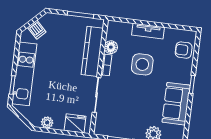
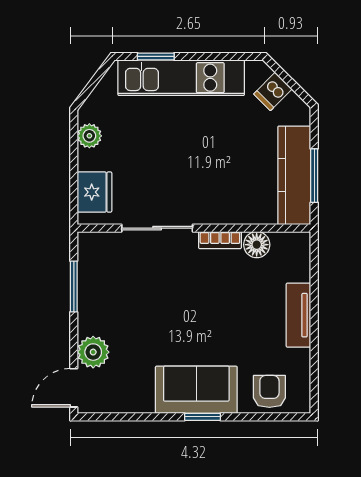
kitchen counter: (92, 51) -> (294, 175), moved, turned -90
side table: (142, 64) -> (230, 312), removed
sofa: (176, 104) -> (196, 390), moved

